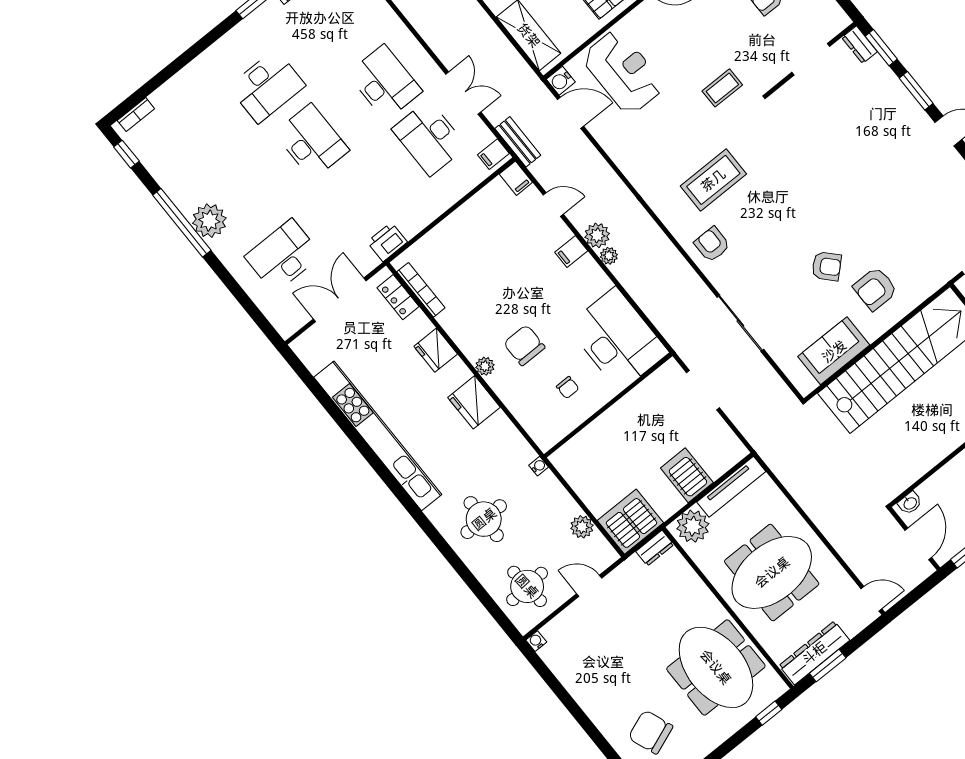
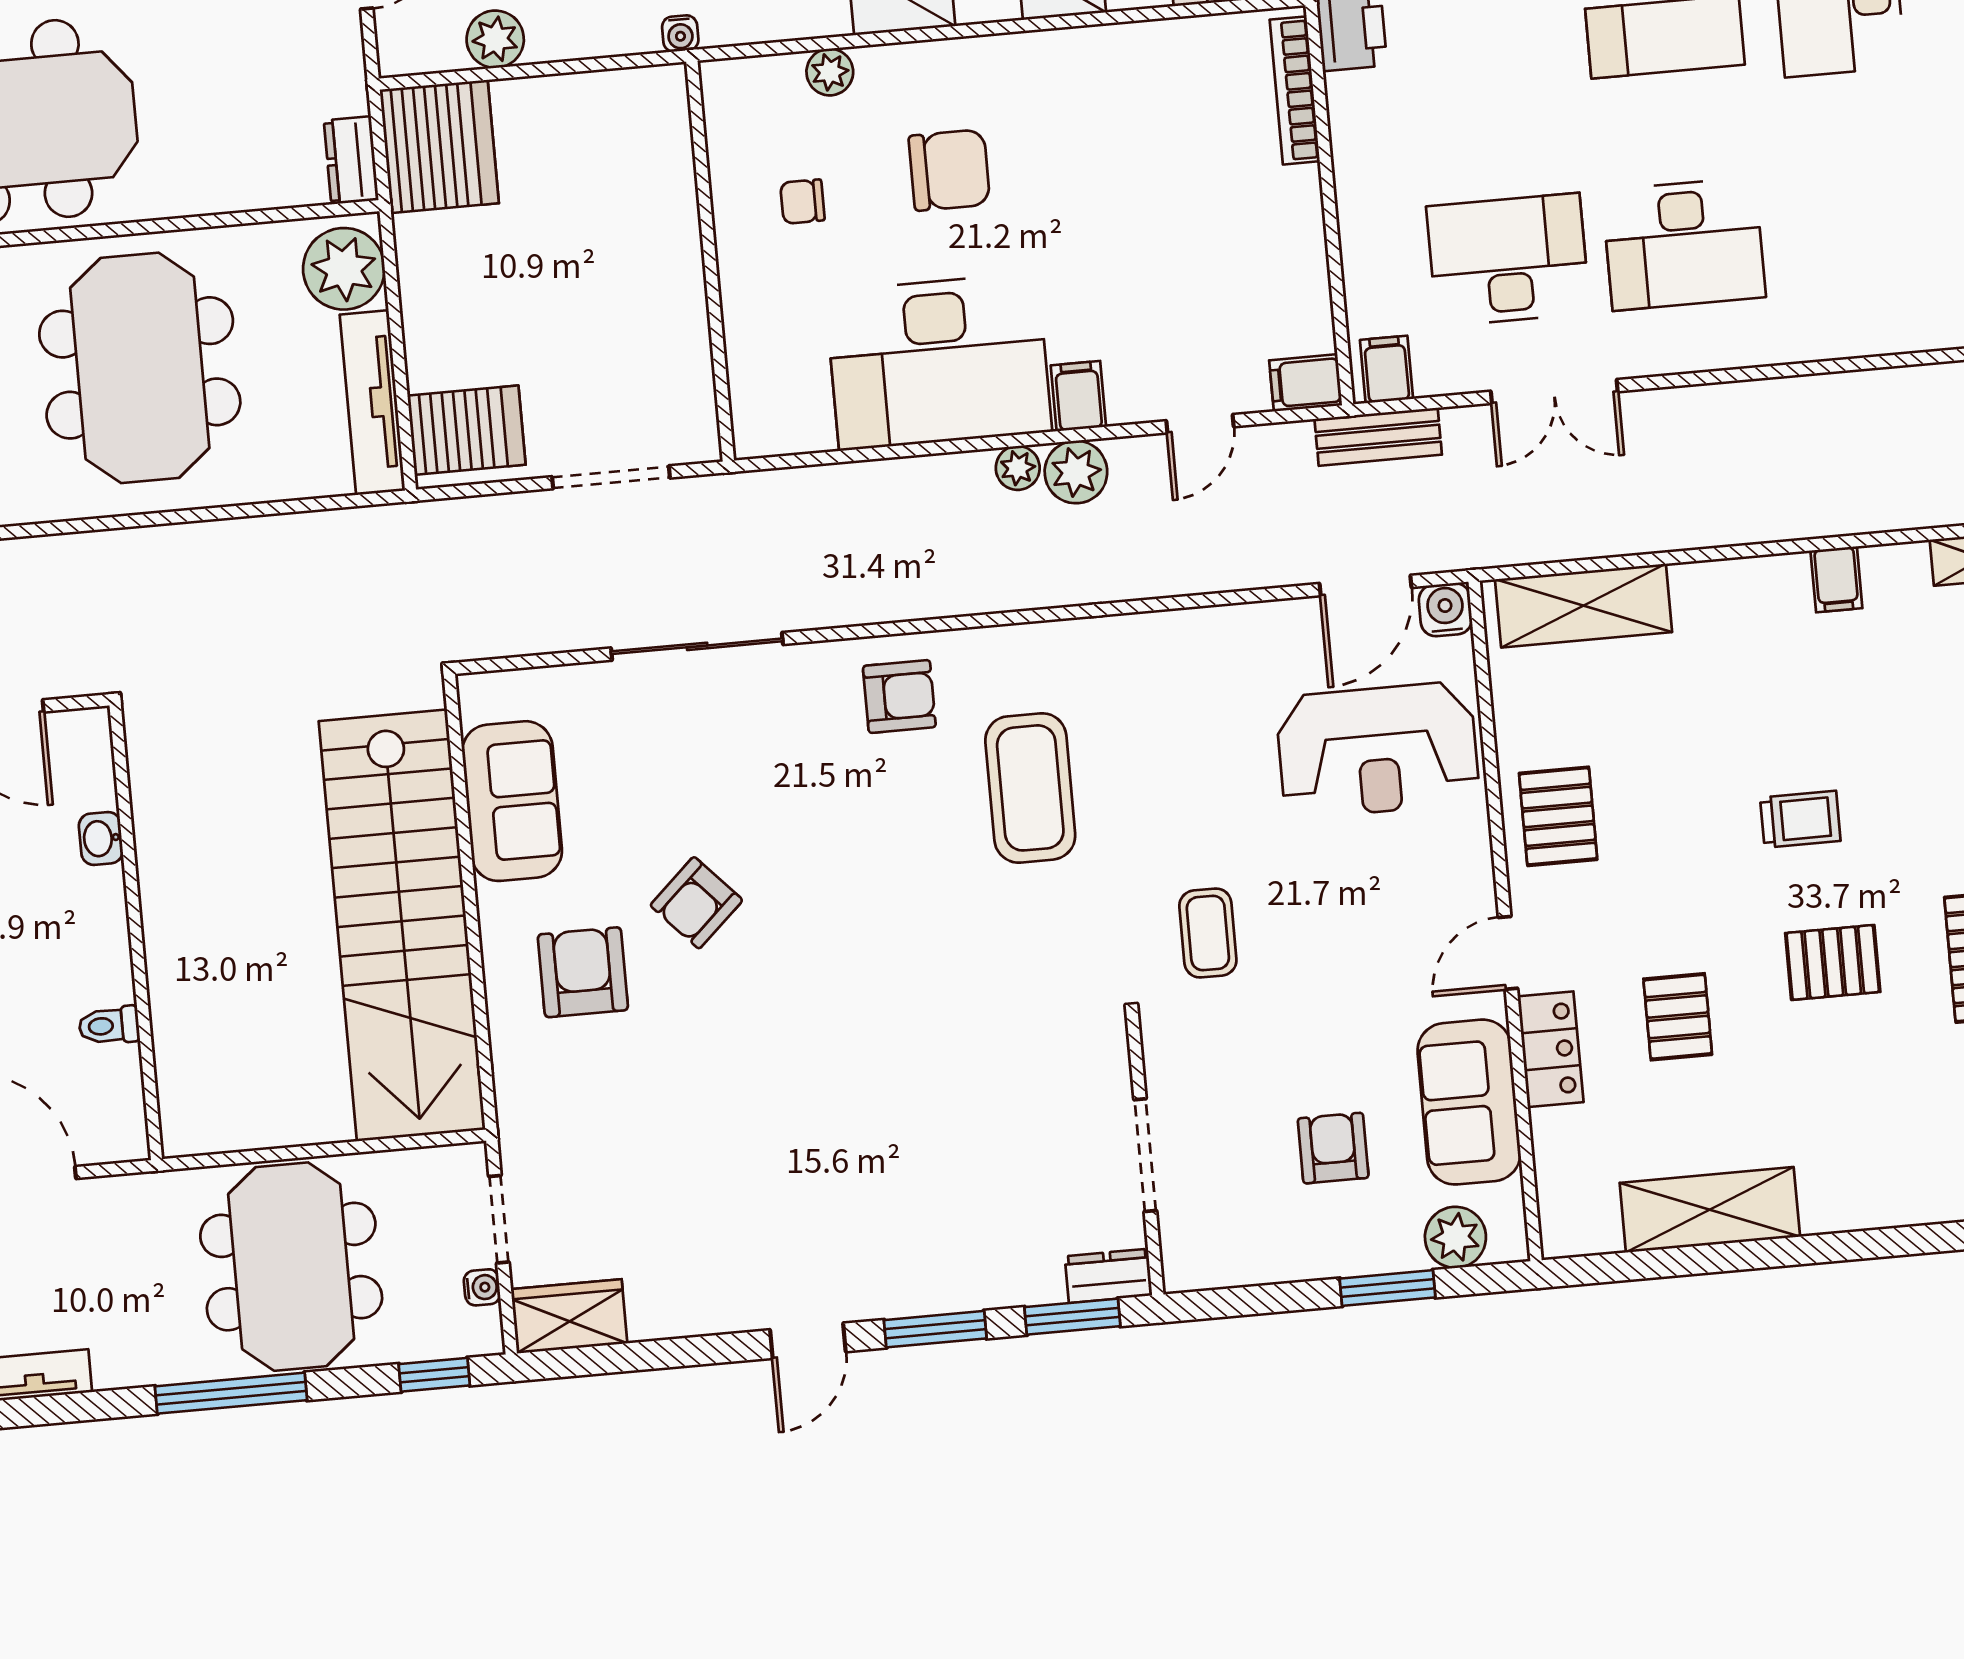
bookcase: (421, 290) -> (1295, 90), moved, turned 90
desk: (618, 339) -> (938, 362), moved
plant: (485, 366) -> (830, 72), moved
server rack: (687, 475) -> (467, 430), moved
washbasin: (910, 503) -> (101, 838), moved

